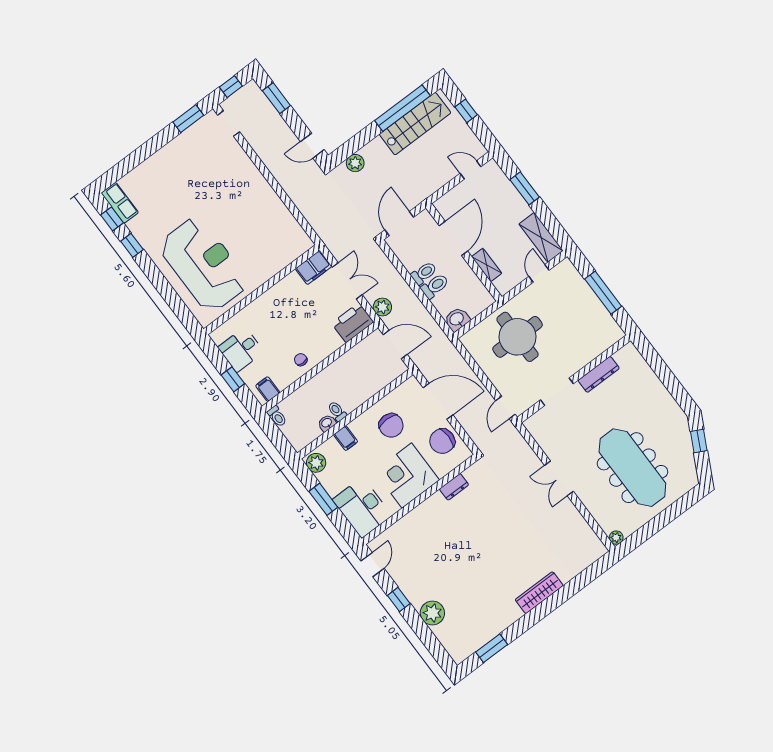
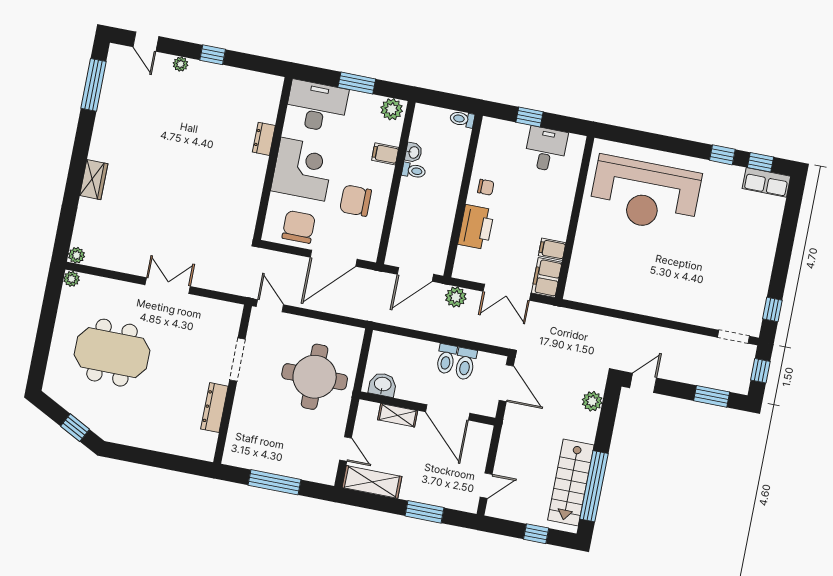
window: (188, 119) -> (772, 309), width x0.67
toilet: (435, 286) -> (465, 364), moved
washbasin: (457, 319) -> (383, 385), moved, turned -90
printer: (353, 323) -> (476, 227), moved
filing cabinet: (268, 389) -> (552, 249), moved, turned 180
meeting table: (632, 468) -> (112, 353), width x0.73
dresser: (454, 487) -> (264, 139), moved
plant: (600, 550) -> (77, 255), added
door: (372, 565) -> (146, 42), moved
wardrobe: (539, 593) -> (94, 180), width x0.67
plant: (432, 613) -> (180, 64), width x0.53, depth x0.53
window: (492, 648) -> (93, 85), width x1.44

